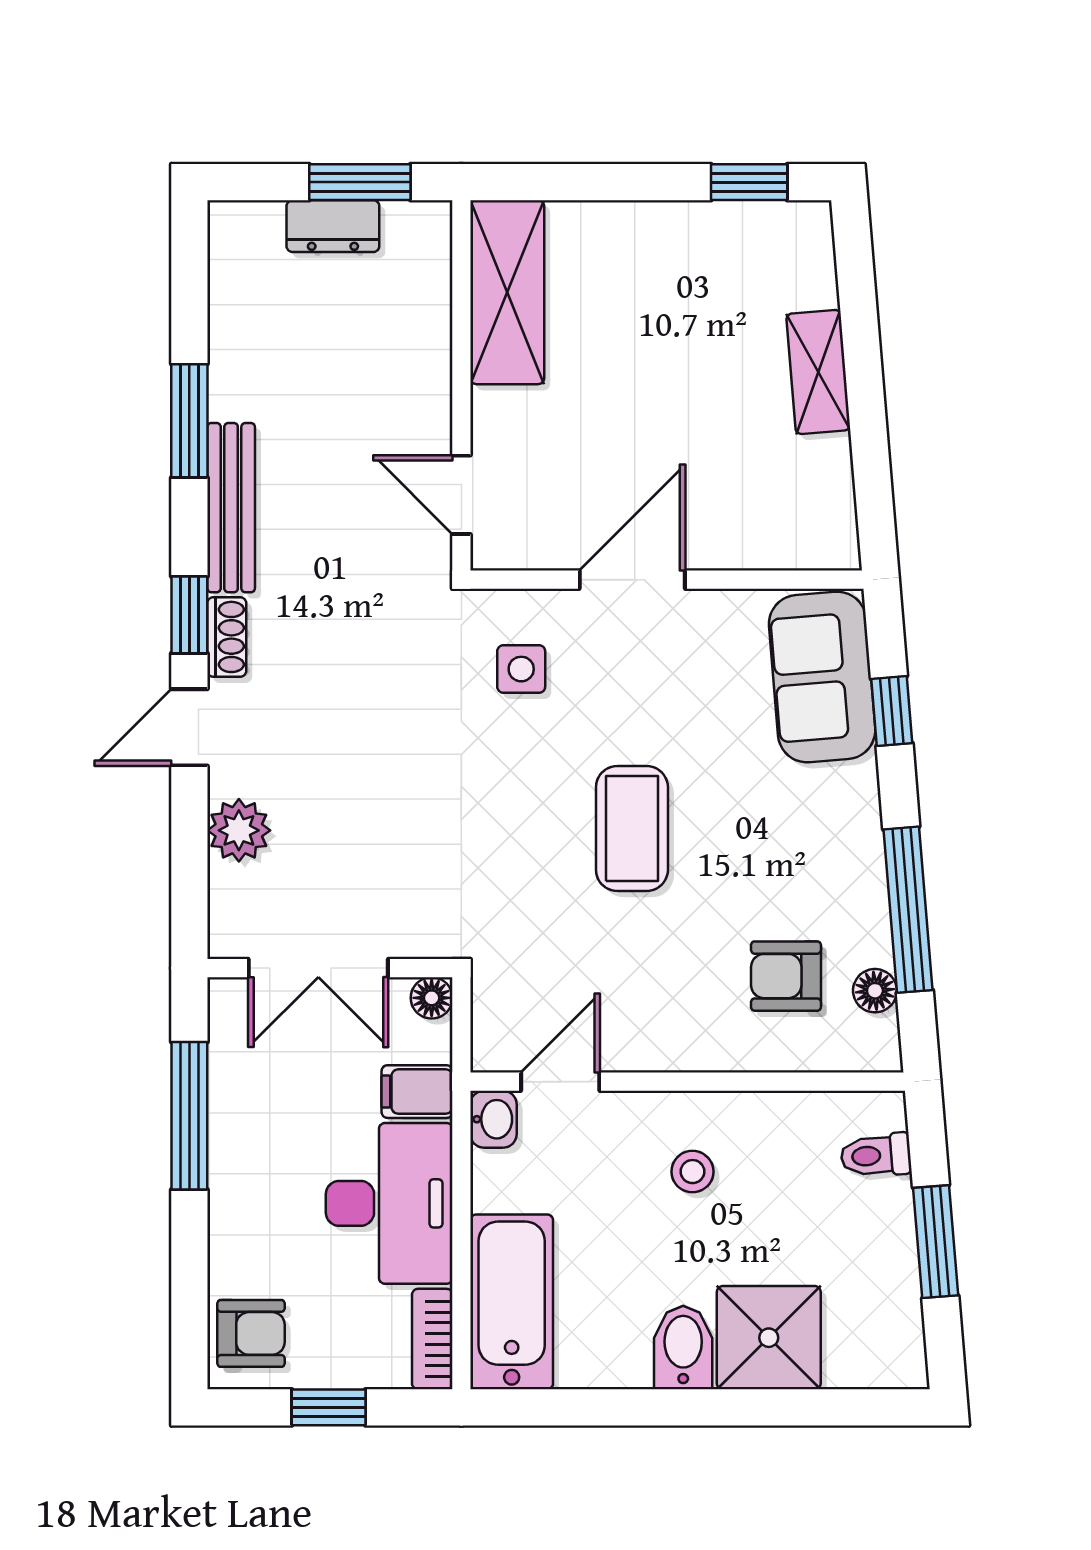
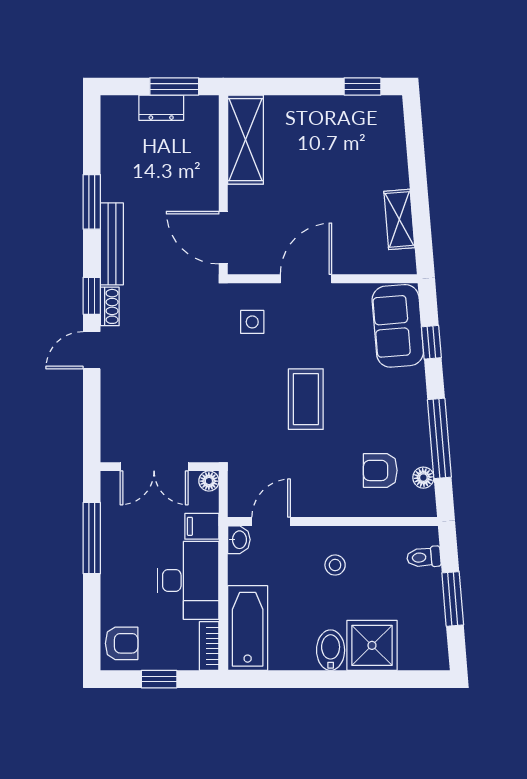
shelving: (818, 372) -> (399, 219), moved
door: (461, 495) -> (223, 238), width x1.37
plant: (239, 830) -> (116, 400), removed

